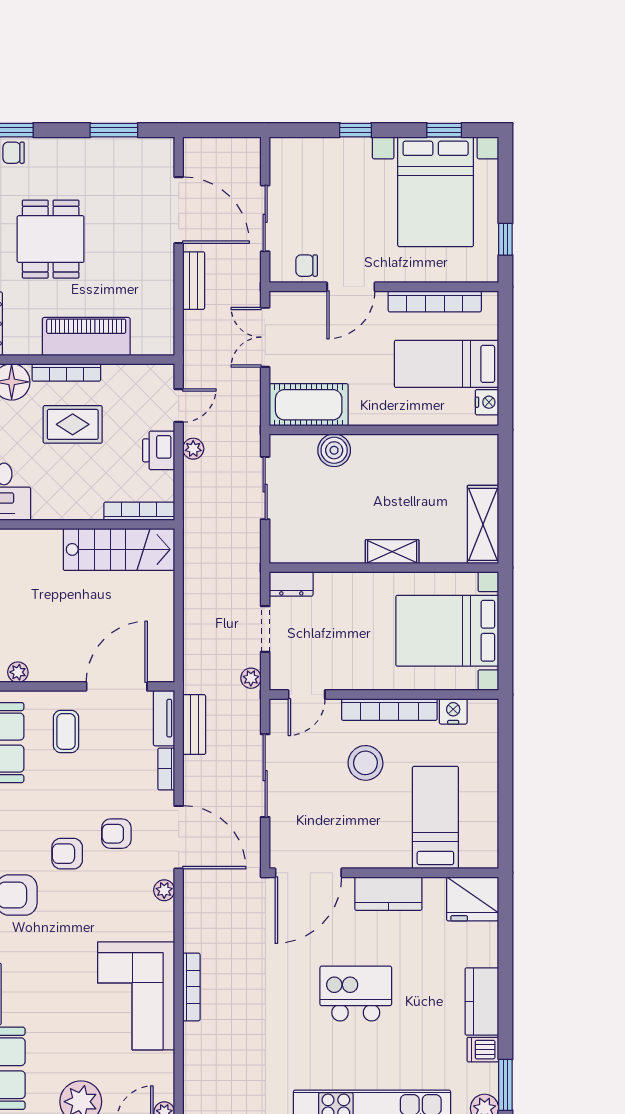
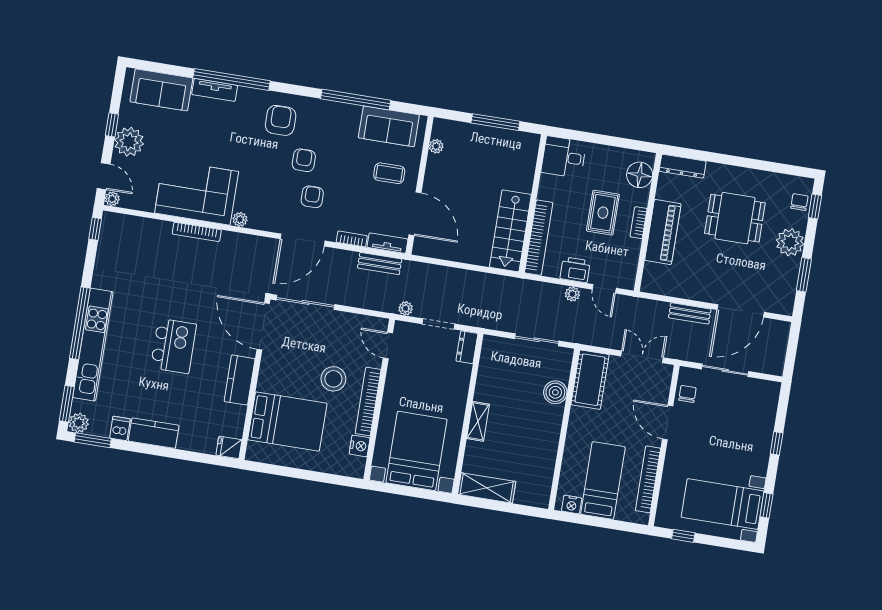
plant: (72, 157) -> (790, 242), added
bed with nightstands: (436, 192) -> (723, 504), width x0.73
bookcase: (66, 372) -> (639, 223), width x0.64
bookcase: (139, 511) -> (539, 238), width x1.48, depth x1.31
sliding door: (265, 776) -> (305, 302), moved
bed: (435, 818) -> (287, 422), width x1.50
plant: (164, 890) -> (240, 219), moved
fridge: (473, 899) -> (229, 447), width x0.53, depth x0.75

